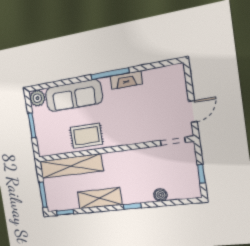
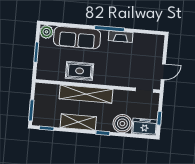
shelving: (71, 166) -> (86, 94), moved
freezer: (184, 189) -> (145, 127), added
boiler: (160, 195) -> (122, 124), width x1.86, depth x1.86

